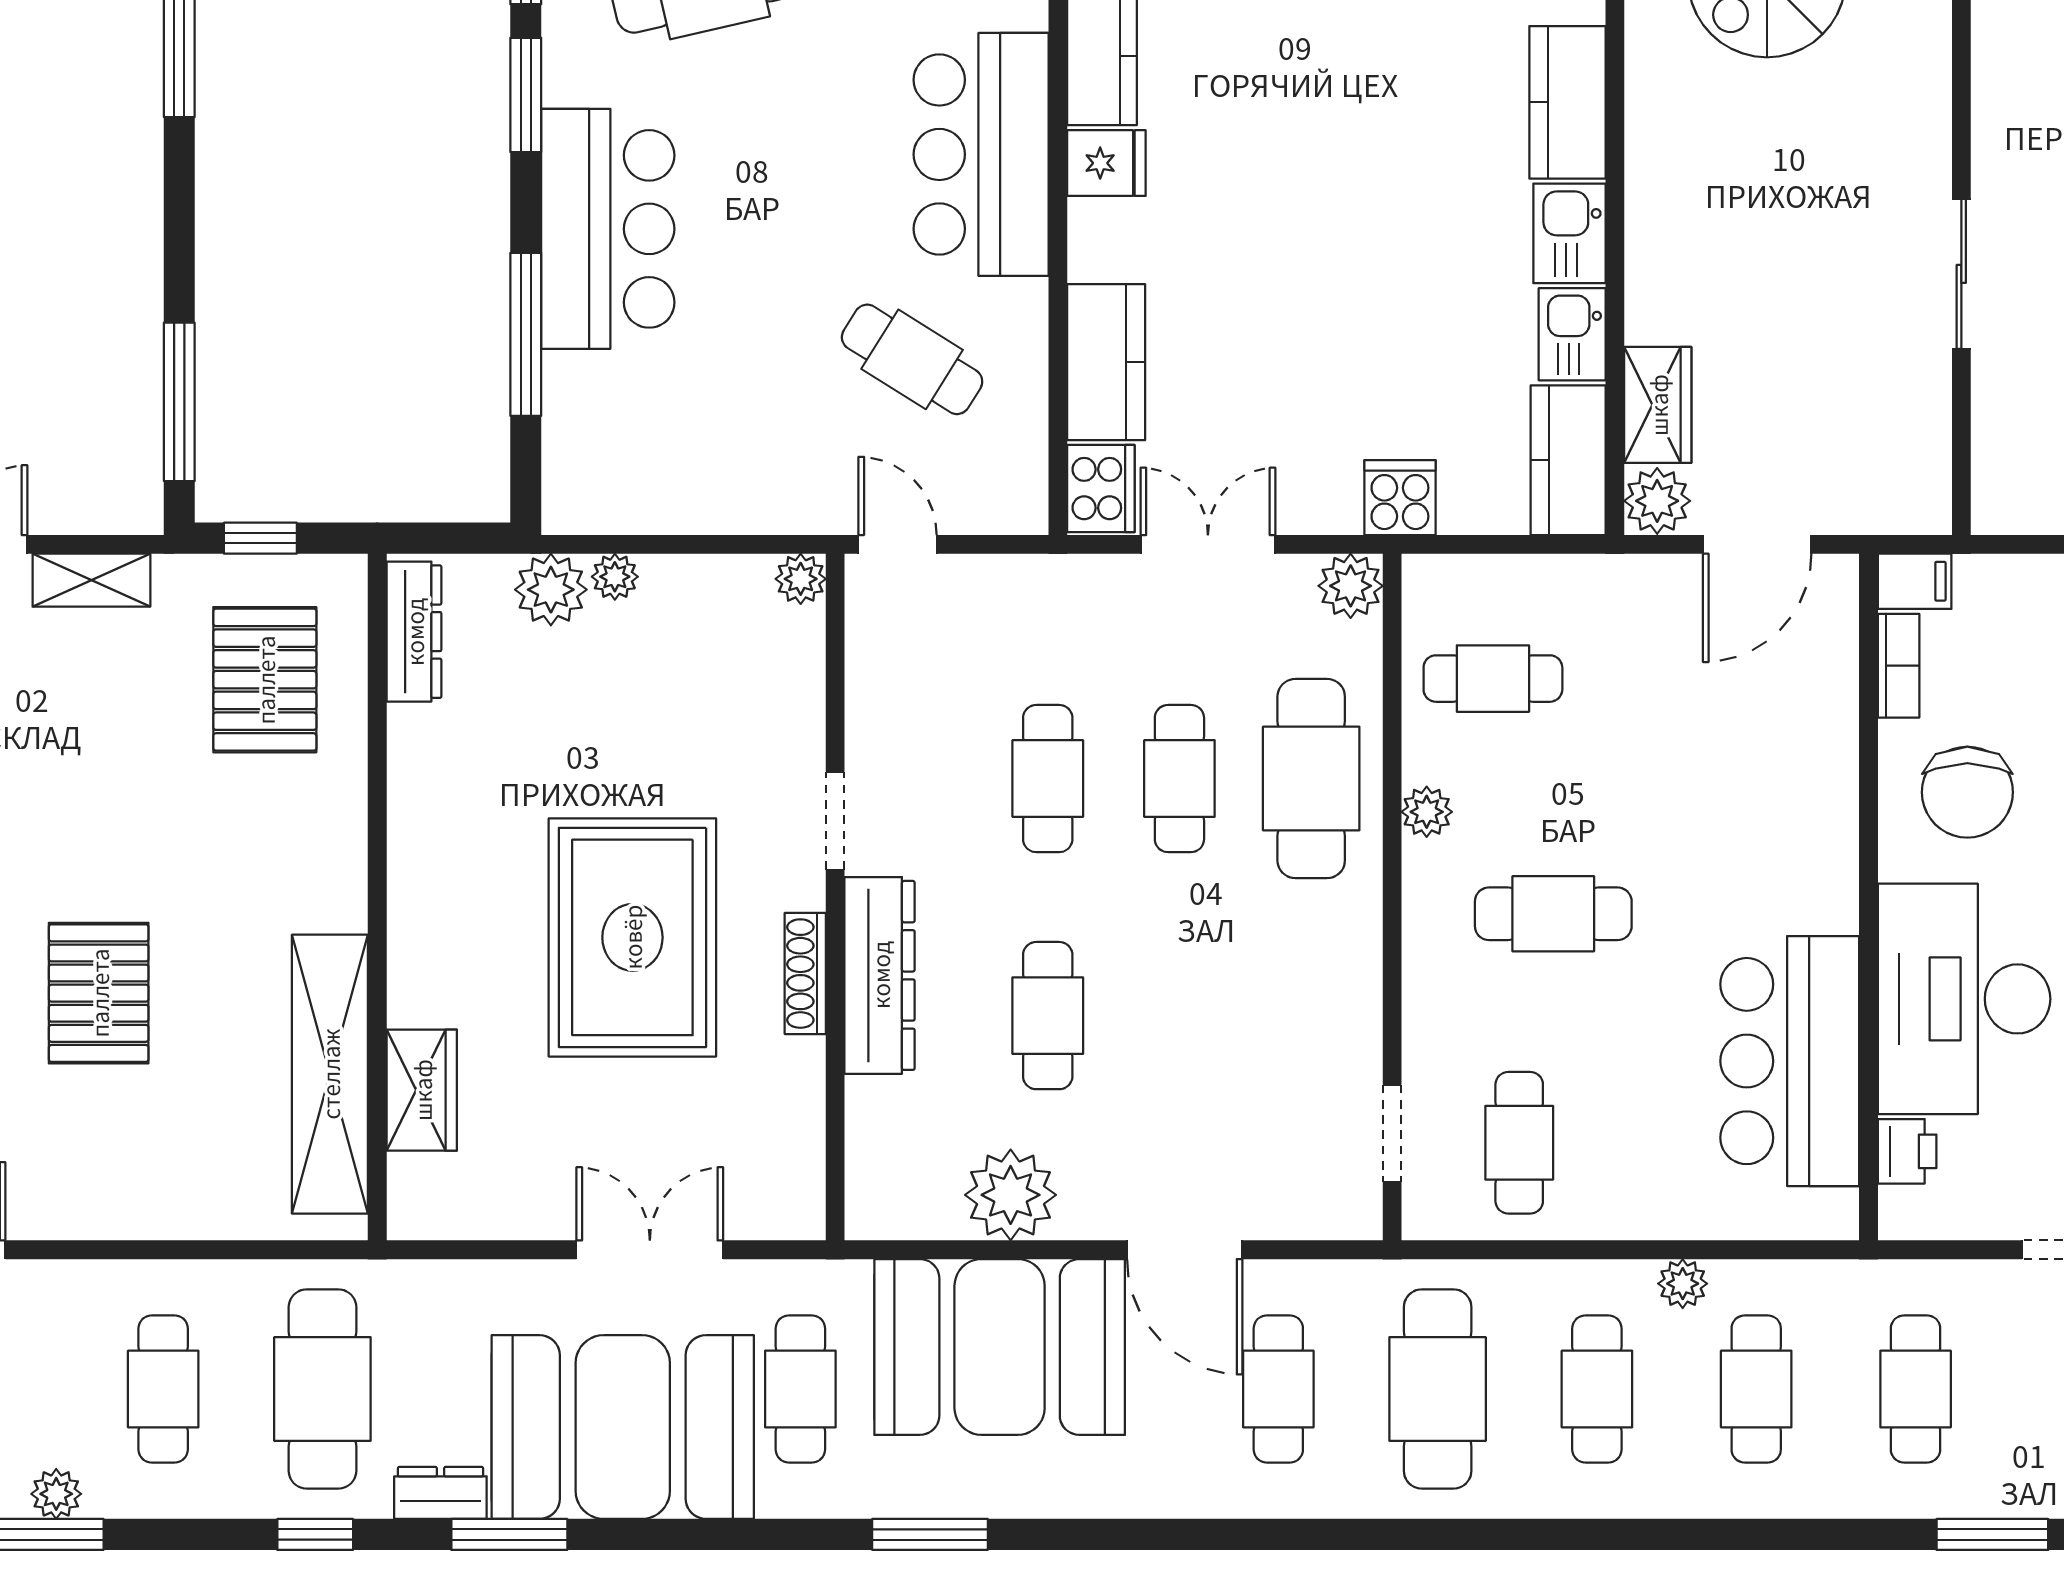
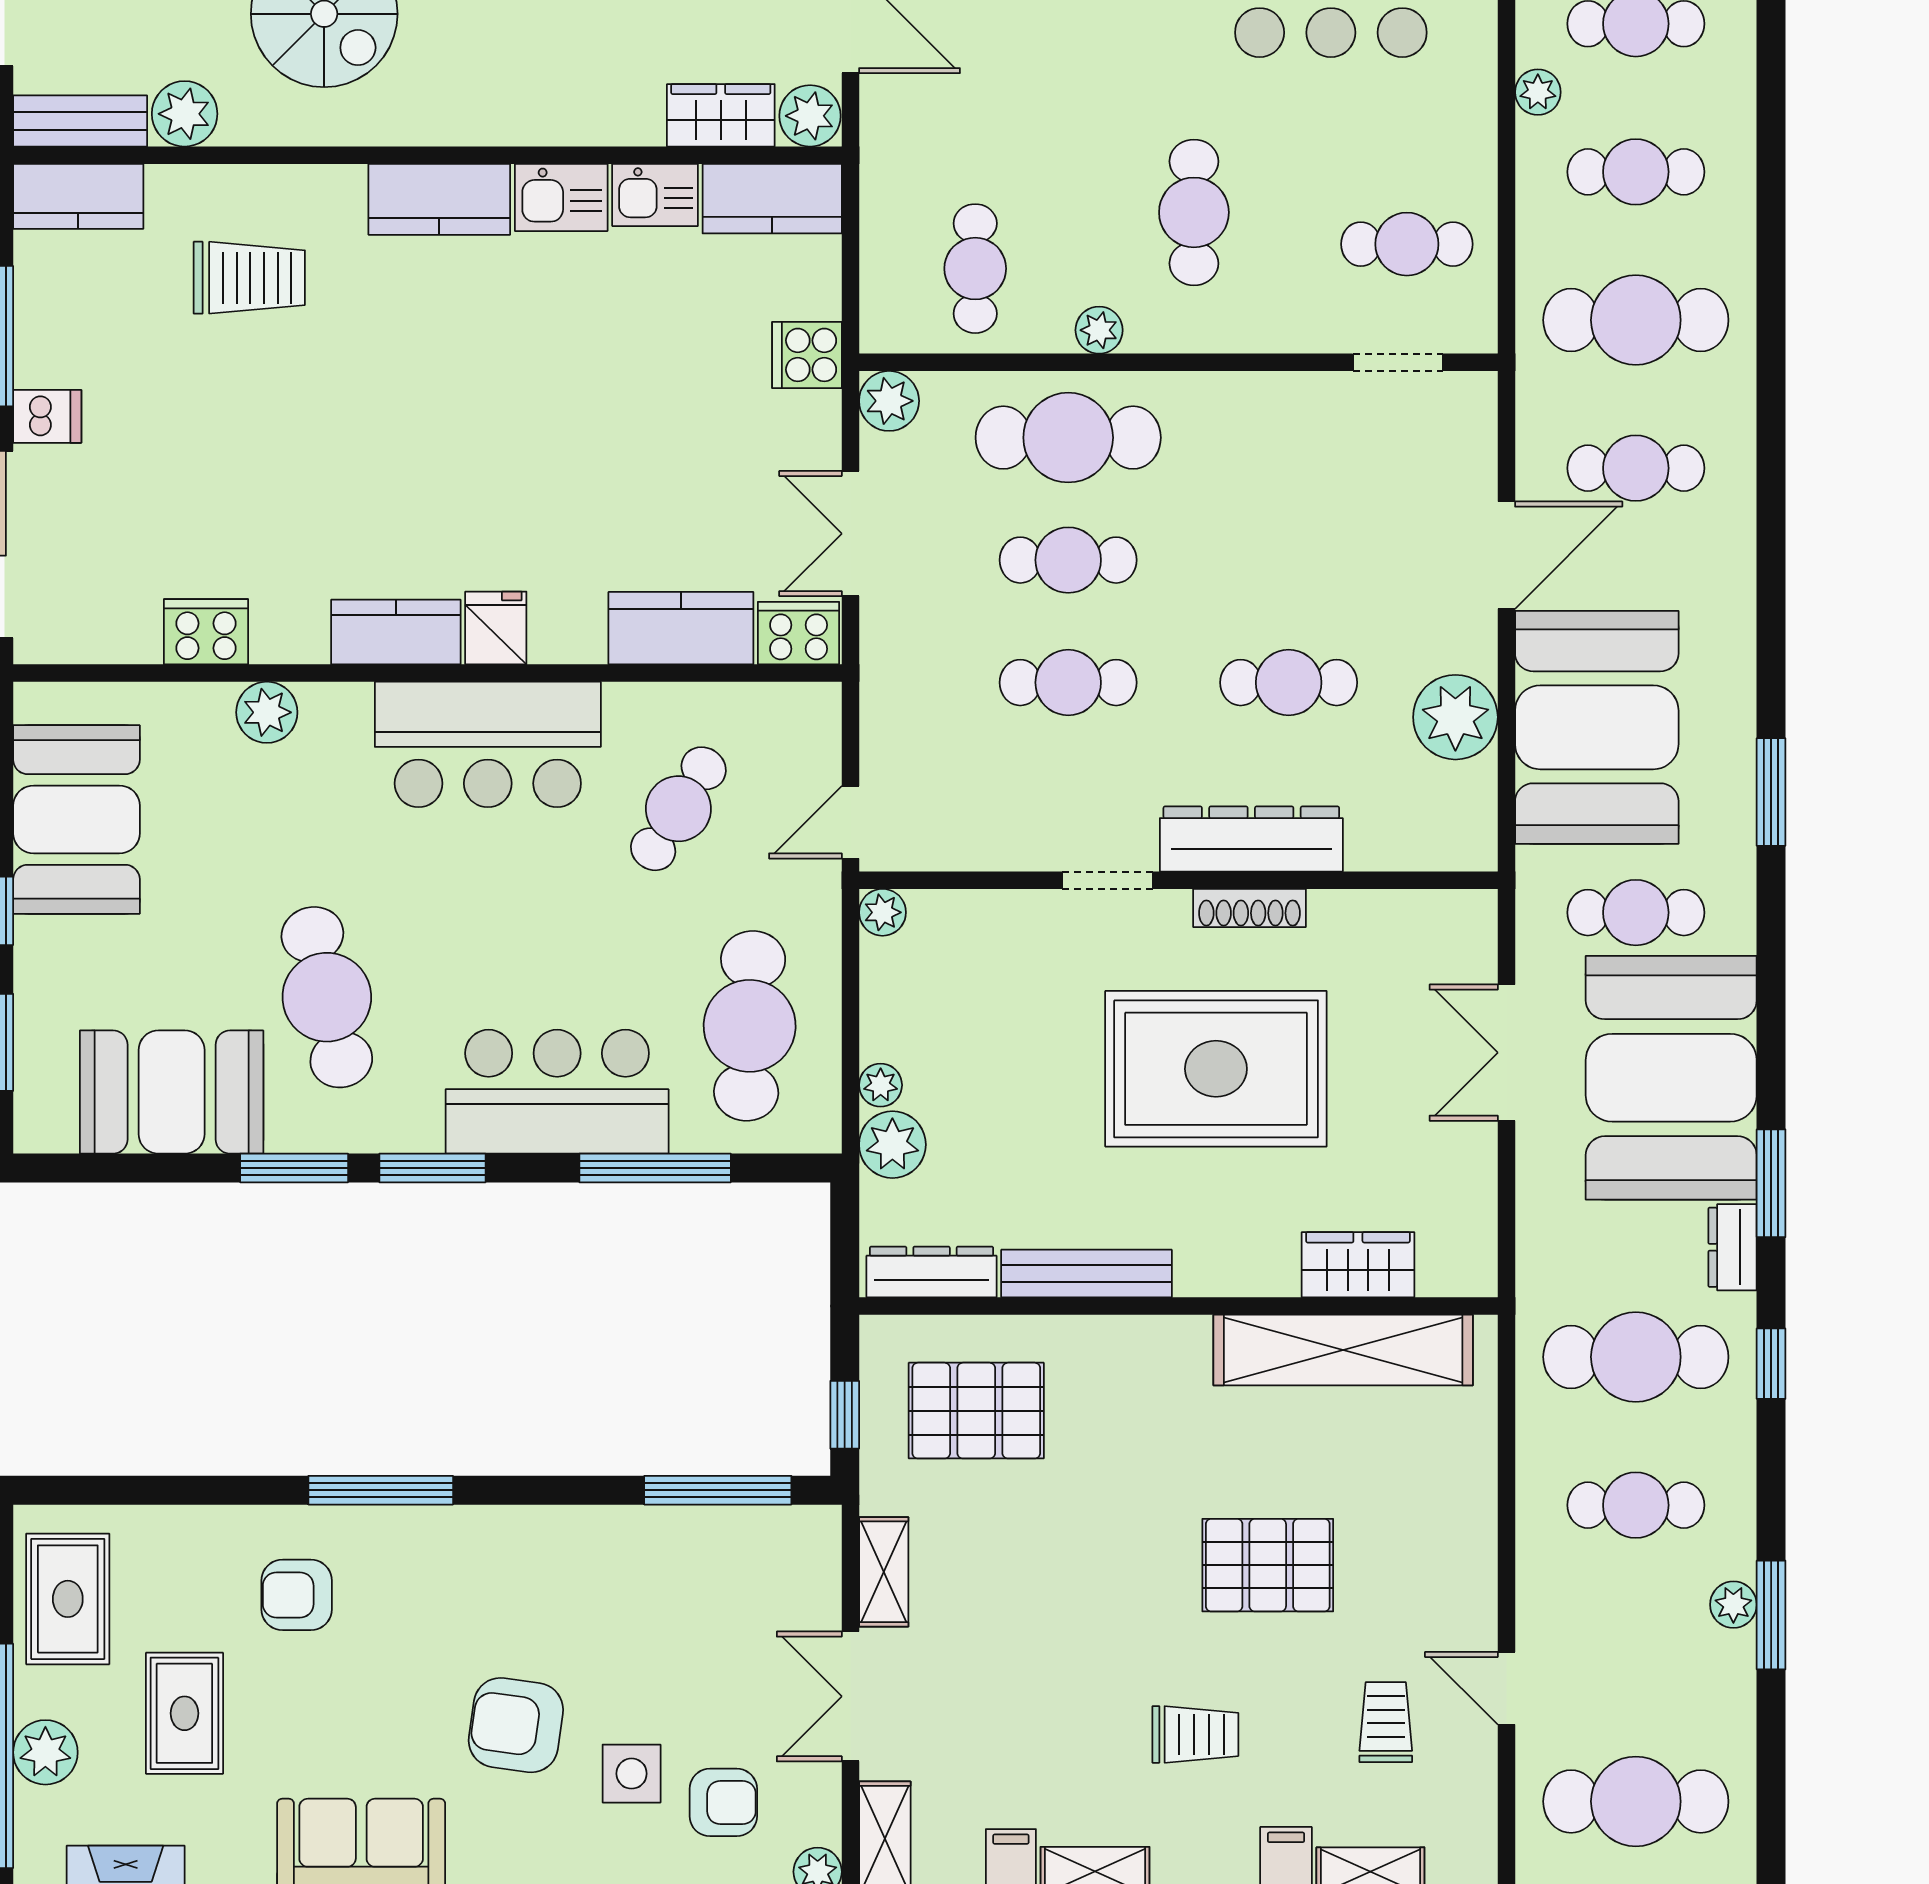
cafe table: (679, 436) -> (750, 1026), added
bench: (412, 798) -> (1086, 1274), added

